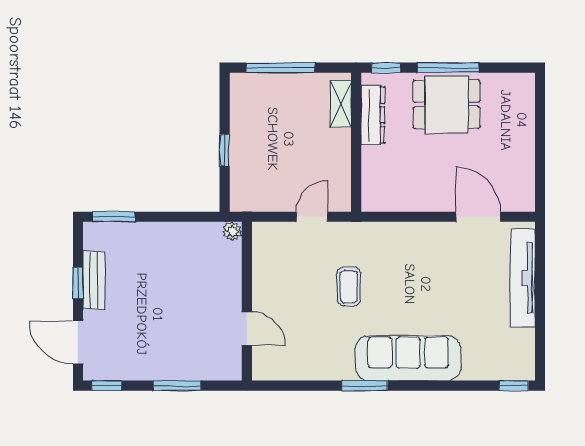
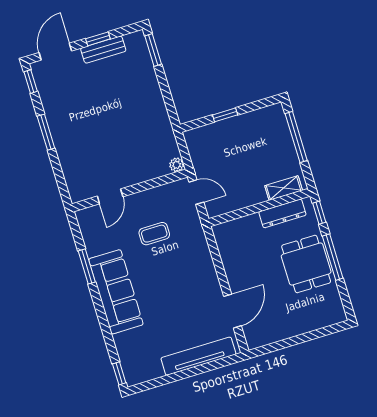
plant: (232, 231) -> (177, 165), moved
wall: (247, 301) -> (130, 190), moved
door: (247, 329) -> (110, 196), moved

